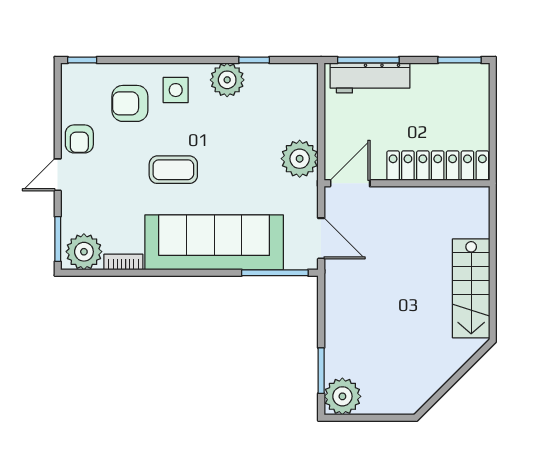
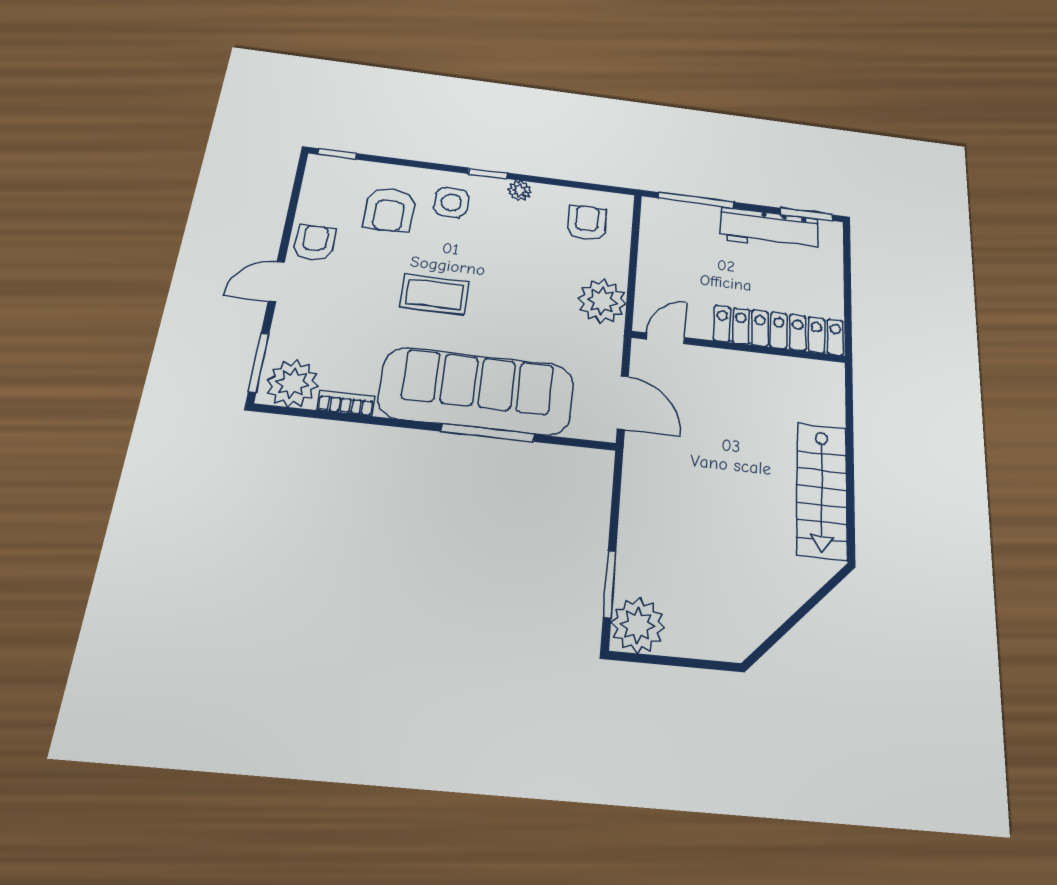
window: (254, 60) -> (488, 173), moved
workbench: (370, 78) -> (769, 229), moved
plant: (227, 80) -> (520, 191), width x0.53, depth x0.53
armchair: (282, 93) -> (587, 223), added
armchair: (130, 103) -> (389, 210), turned -90
armchair: (79, 139) -> (315, 243), turned 180
door: (350, 183) -> (666, 338), width x0.73
window: (275, 273) -> (488, 433), moved

